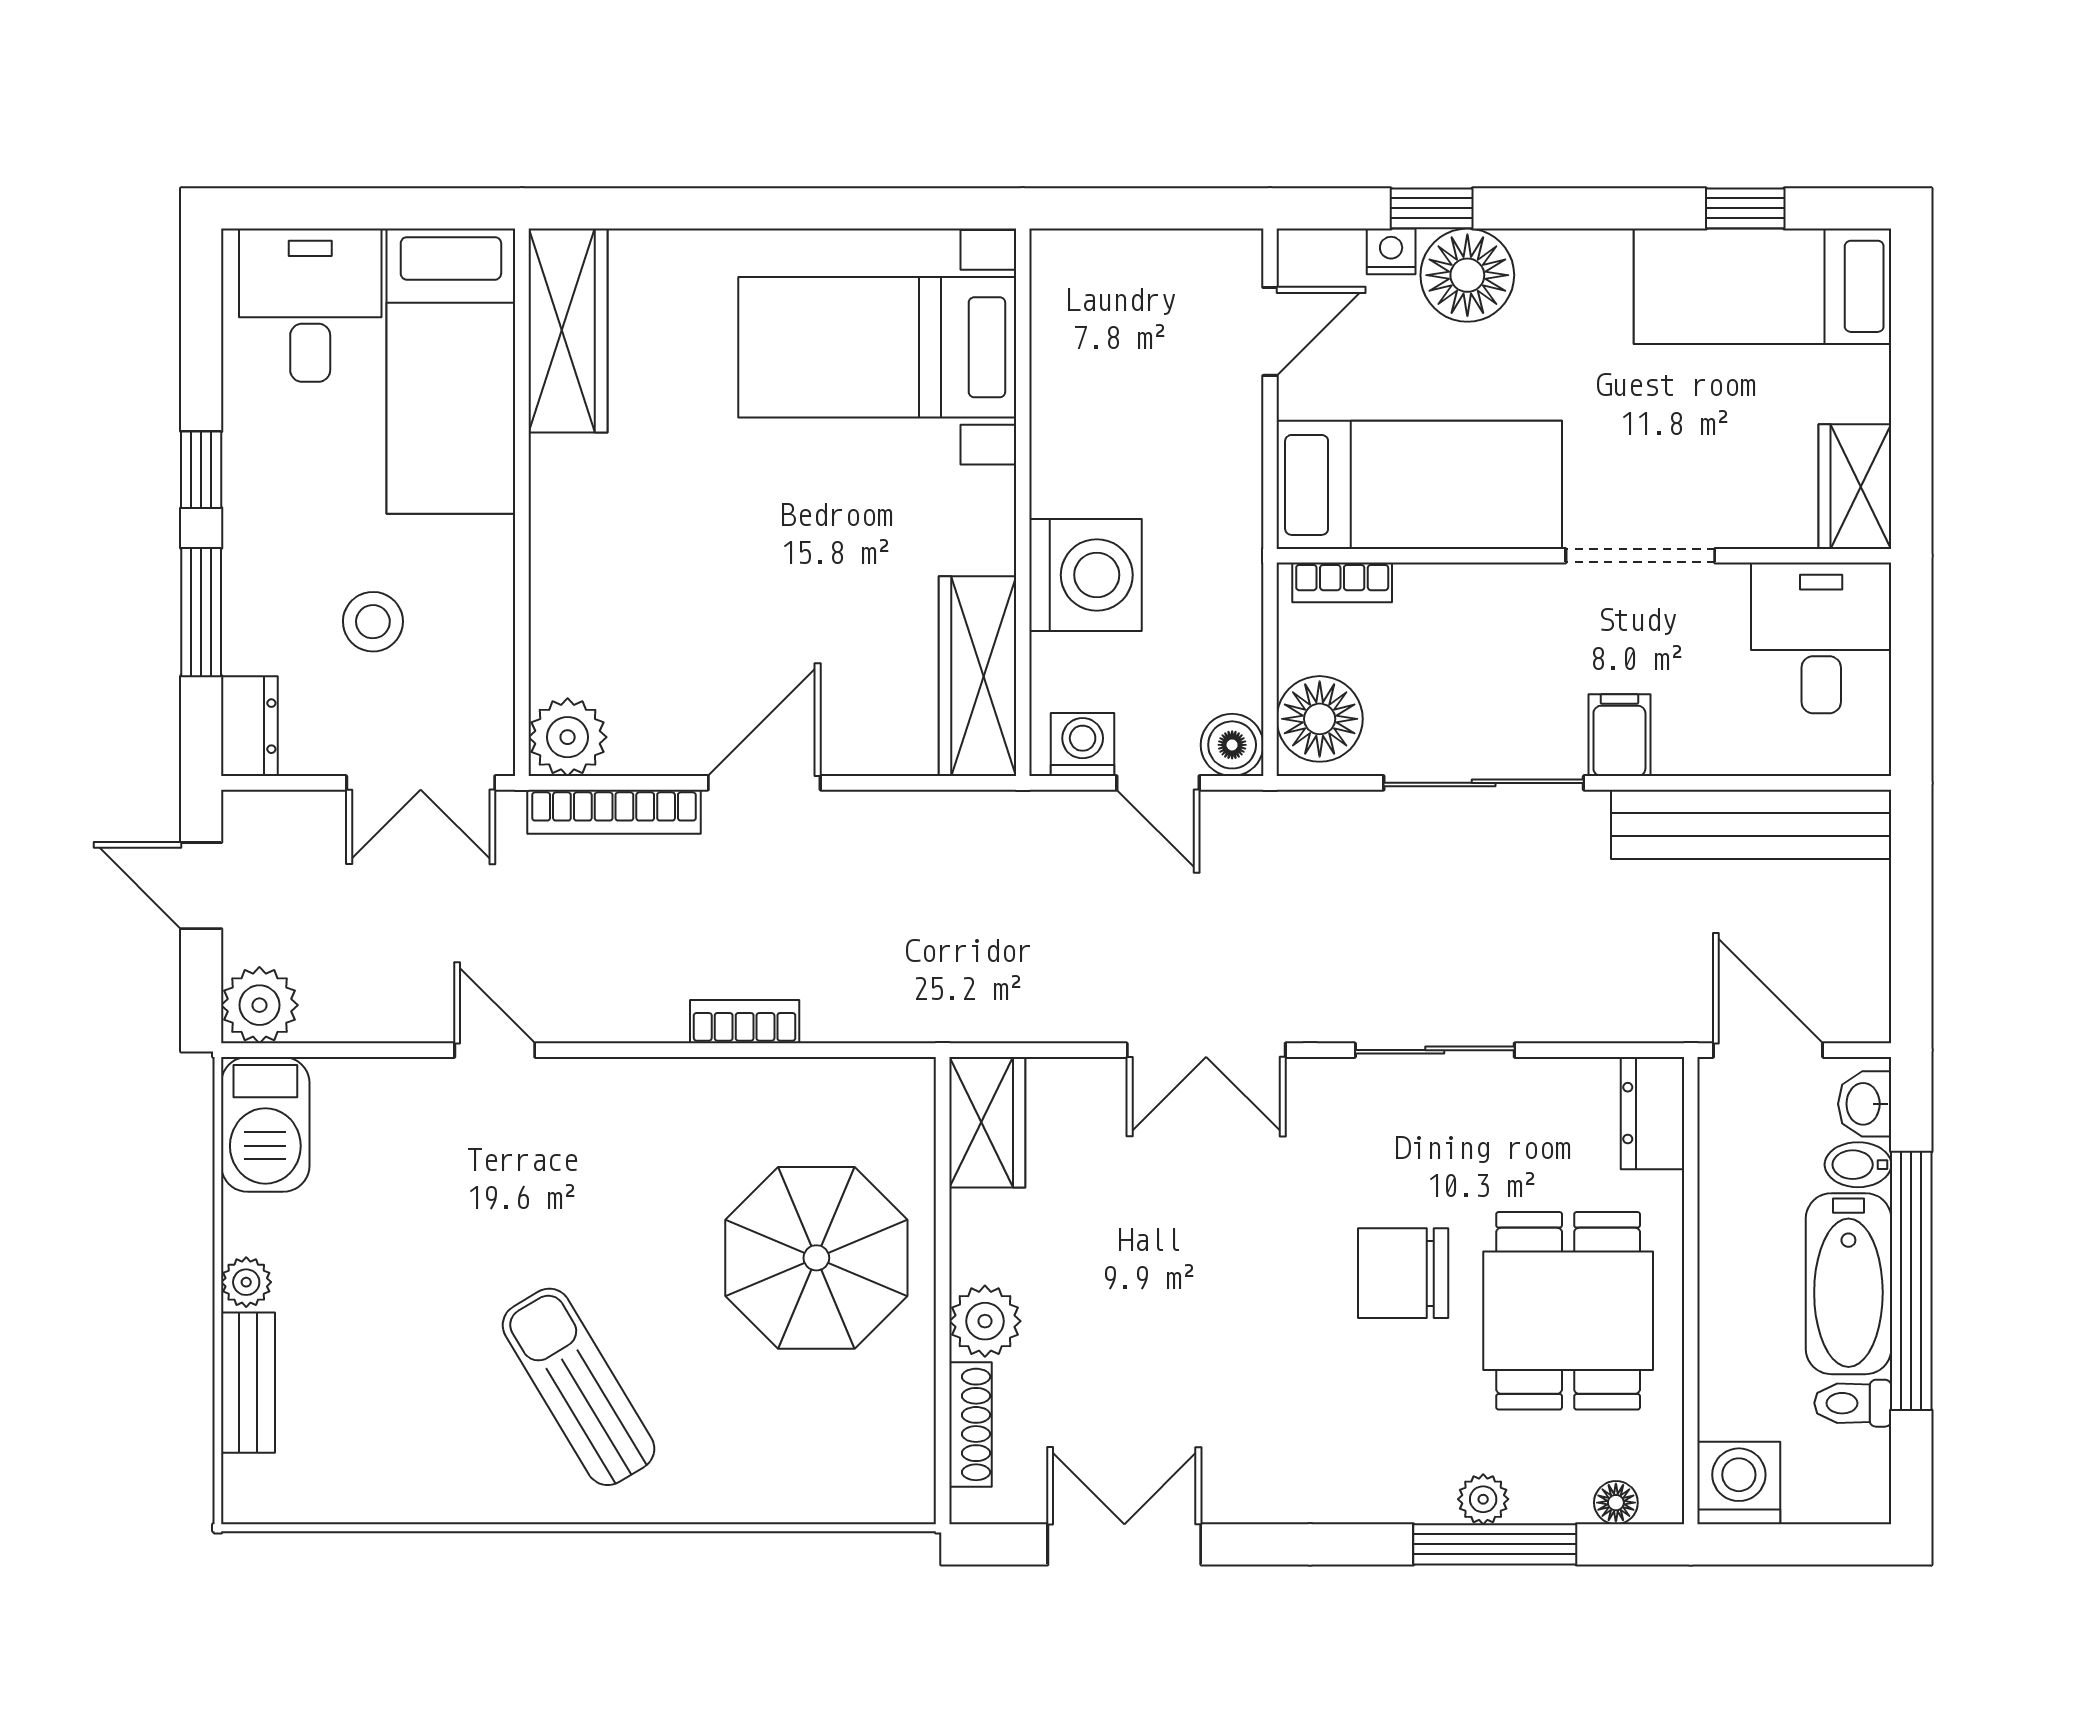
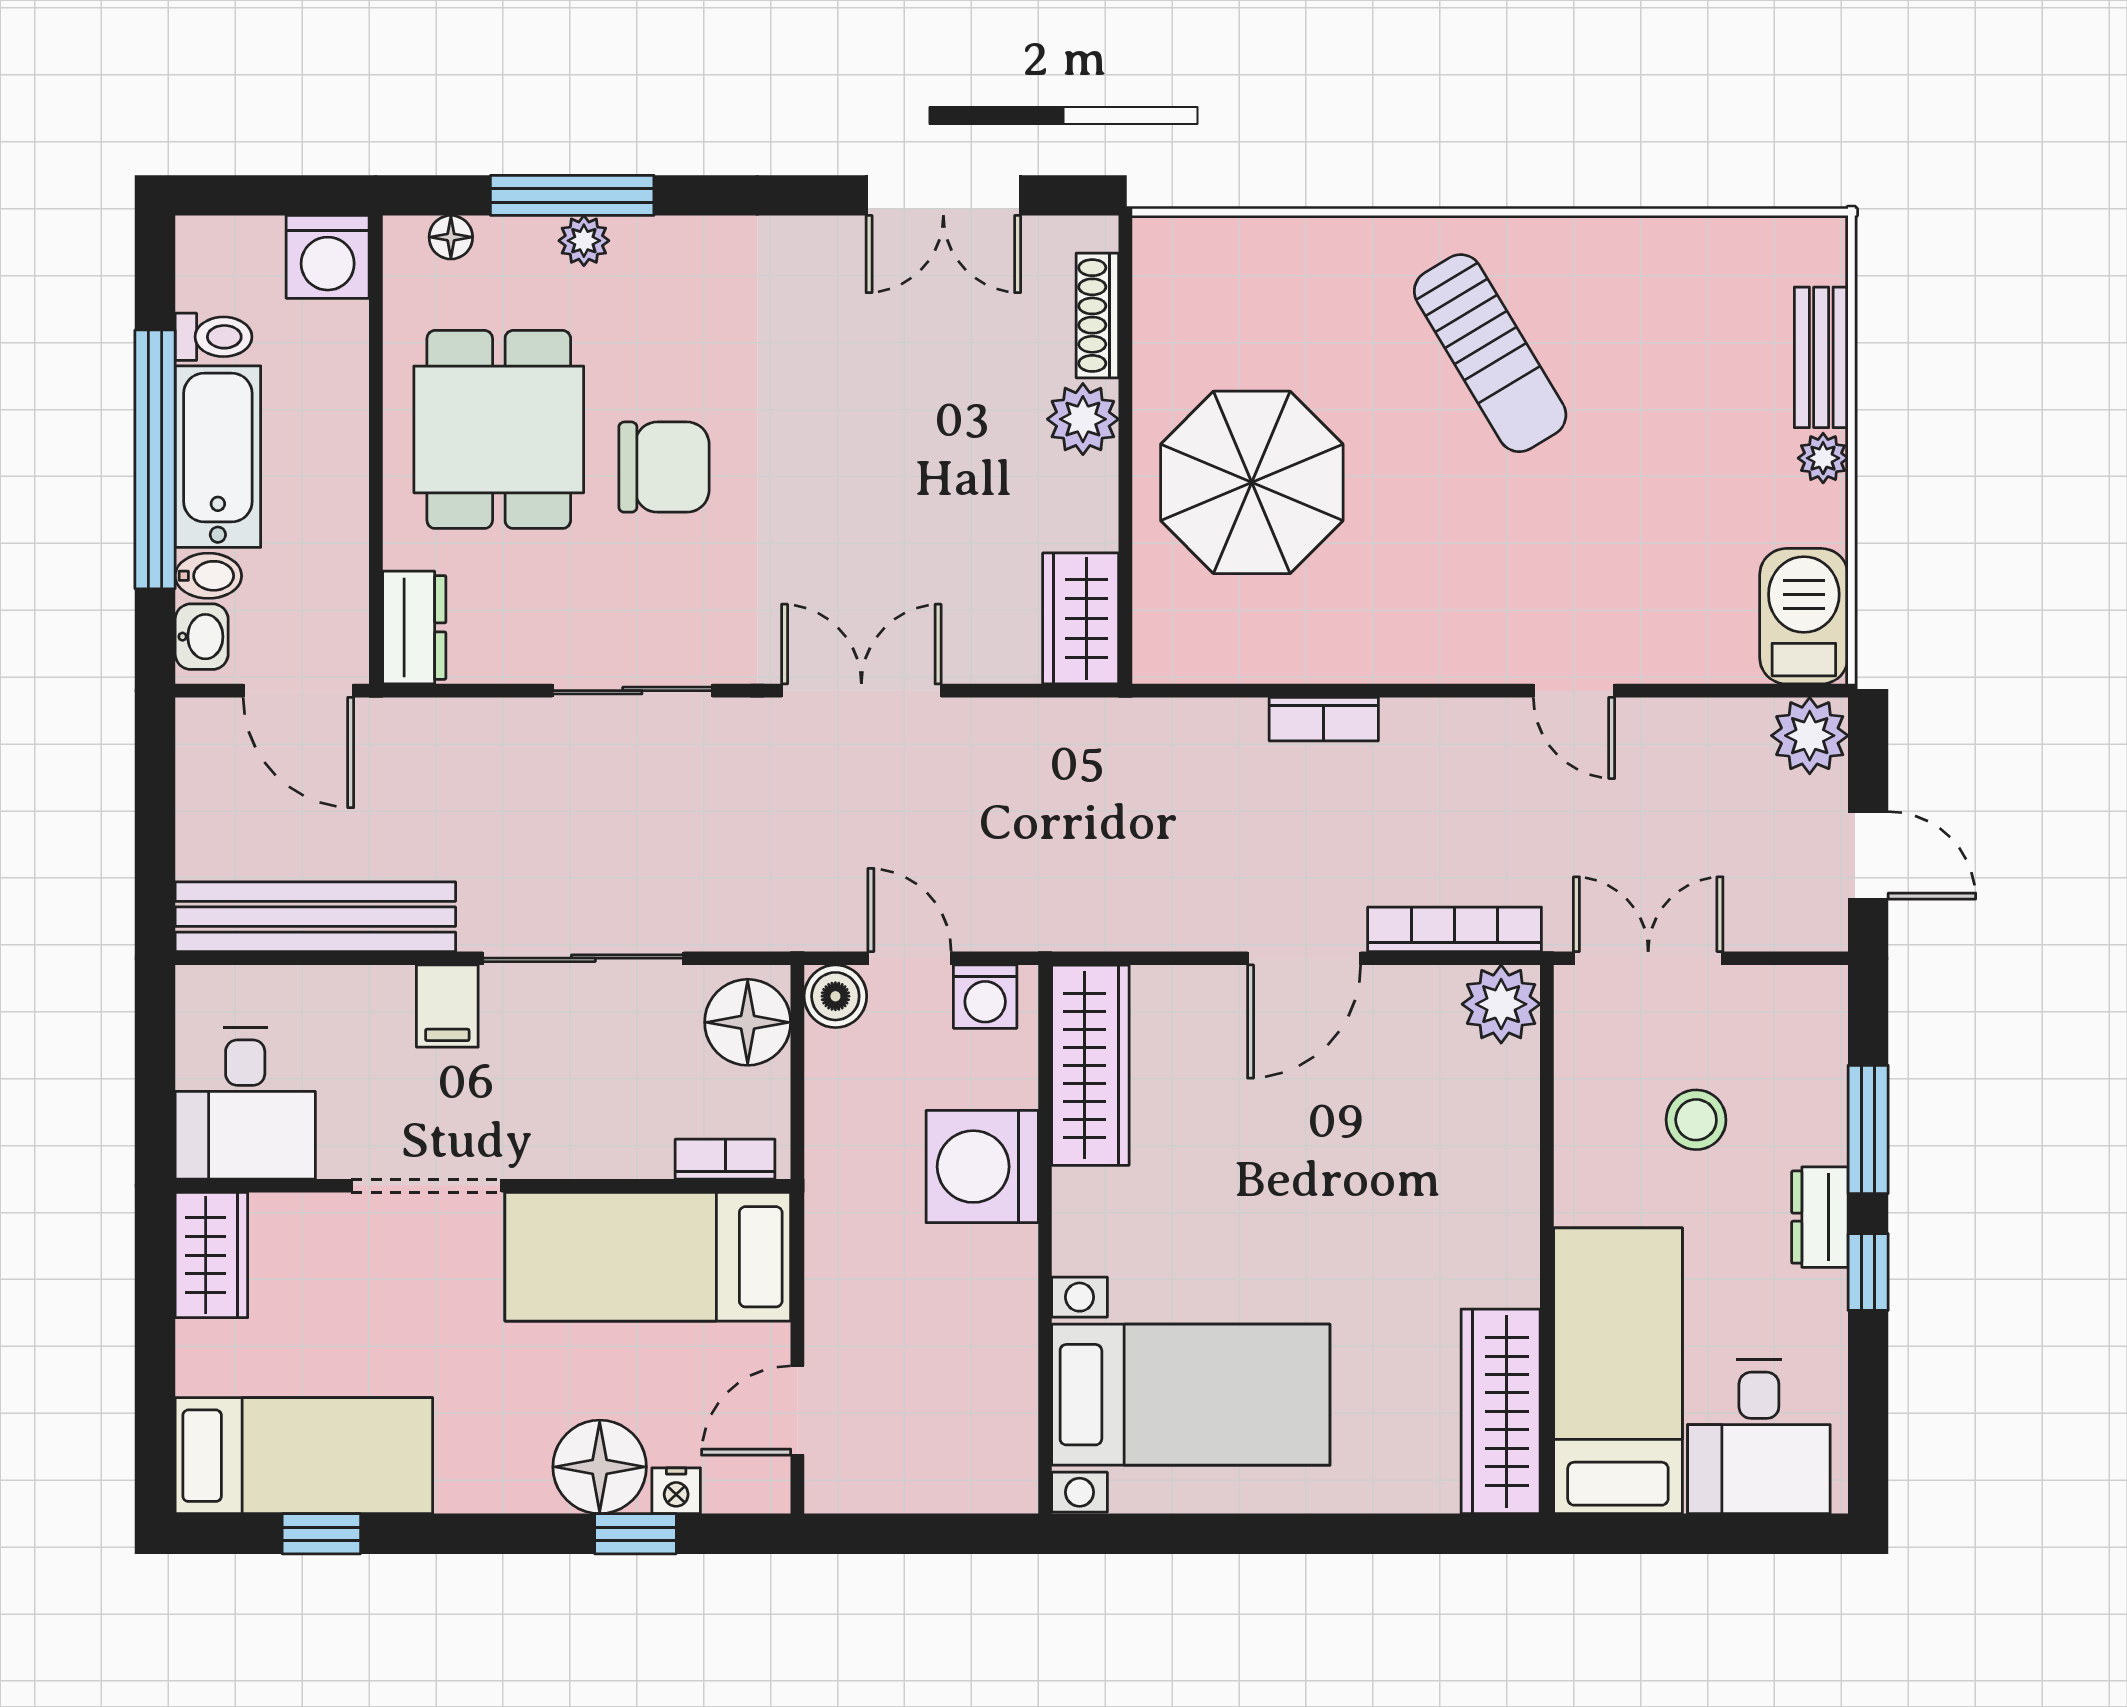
dresser: (249, 726) -> (1820, 1217), moved

